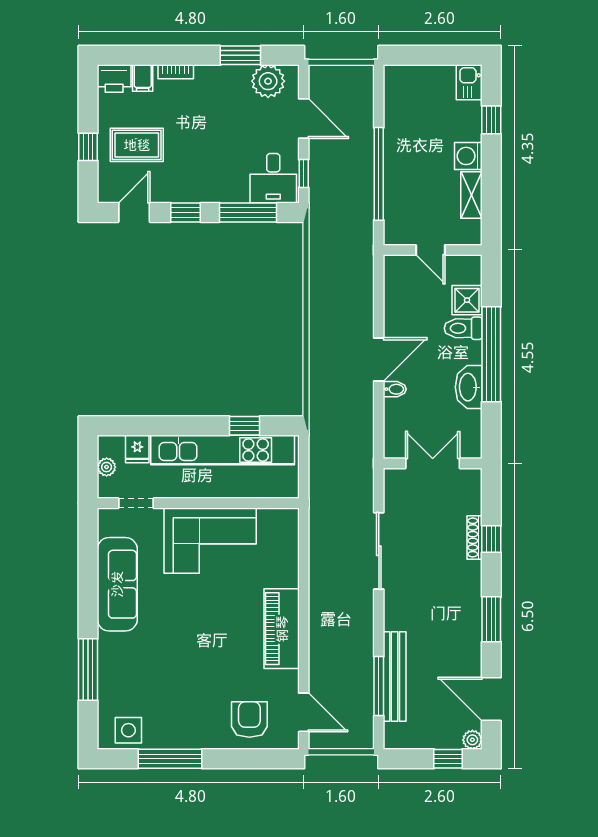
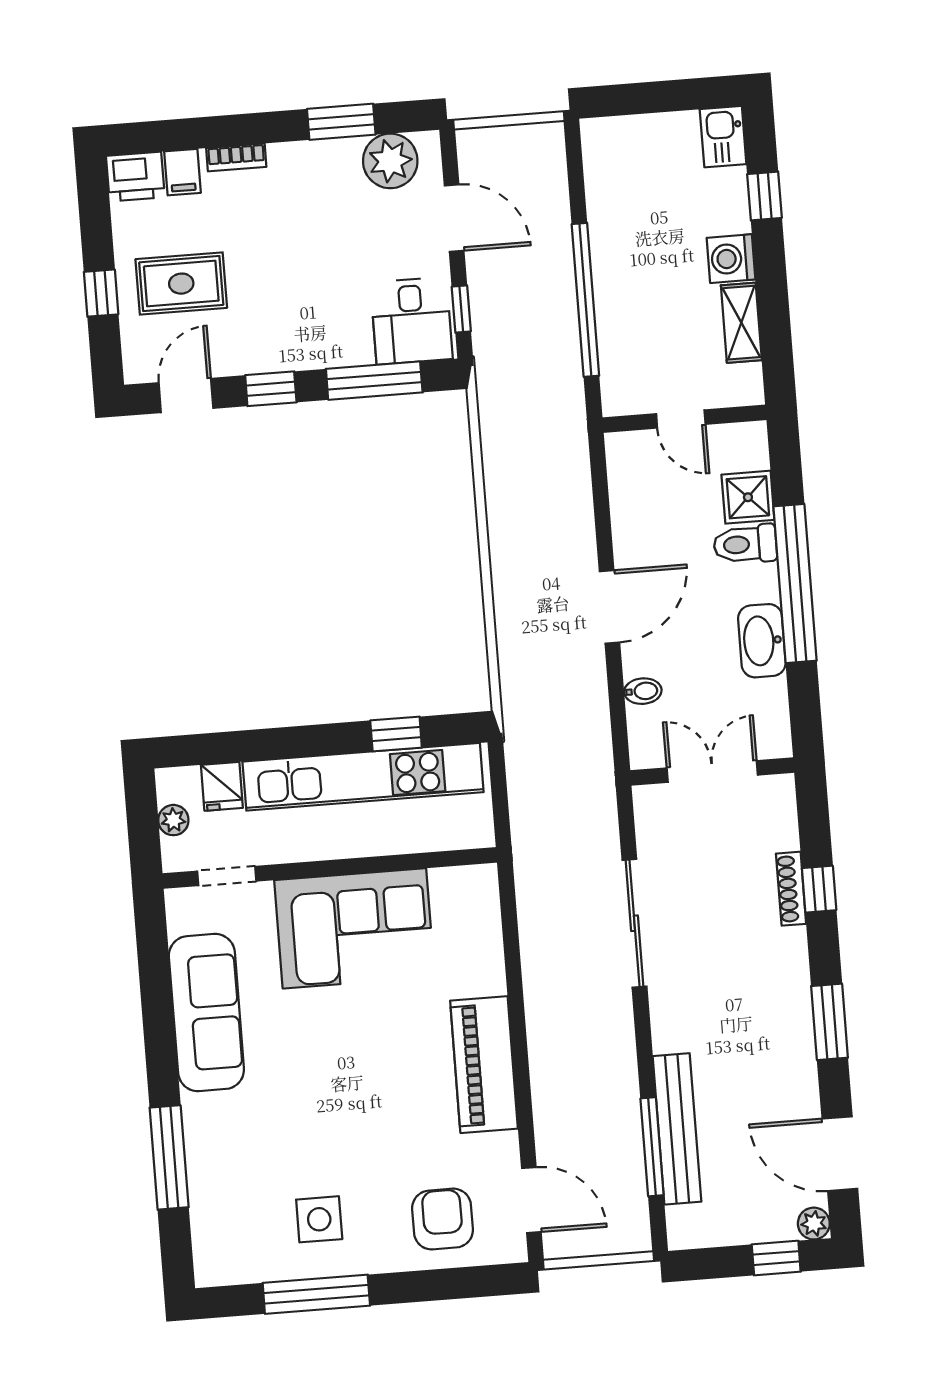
bidet: (395, 389) -> (643, 691), moved
side table: (128, 730) -> (319, 1219), moved

